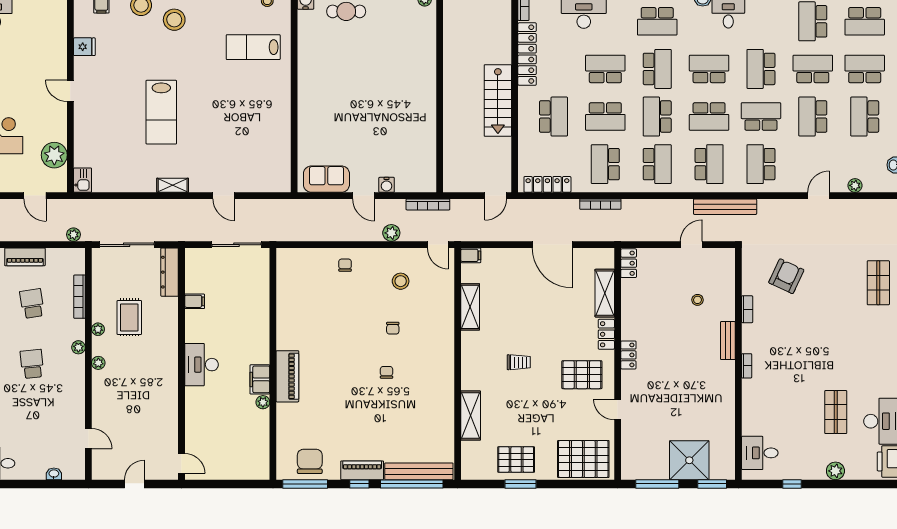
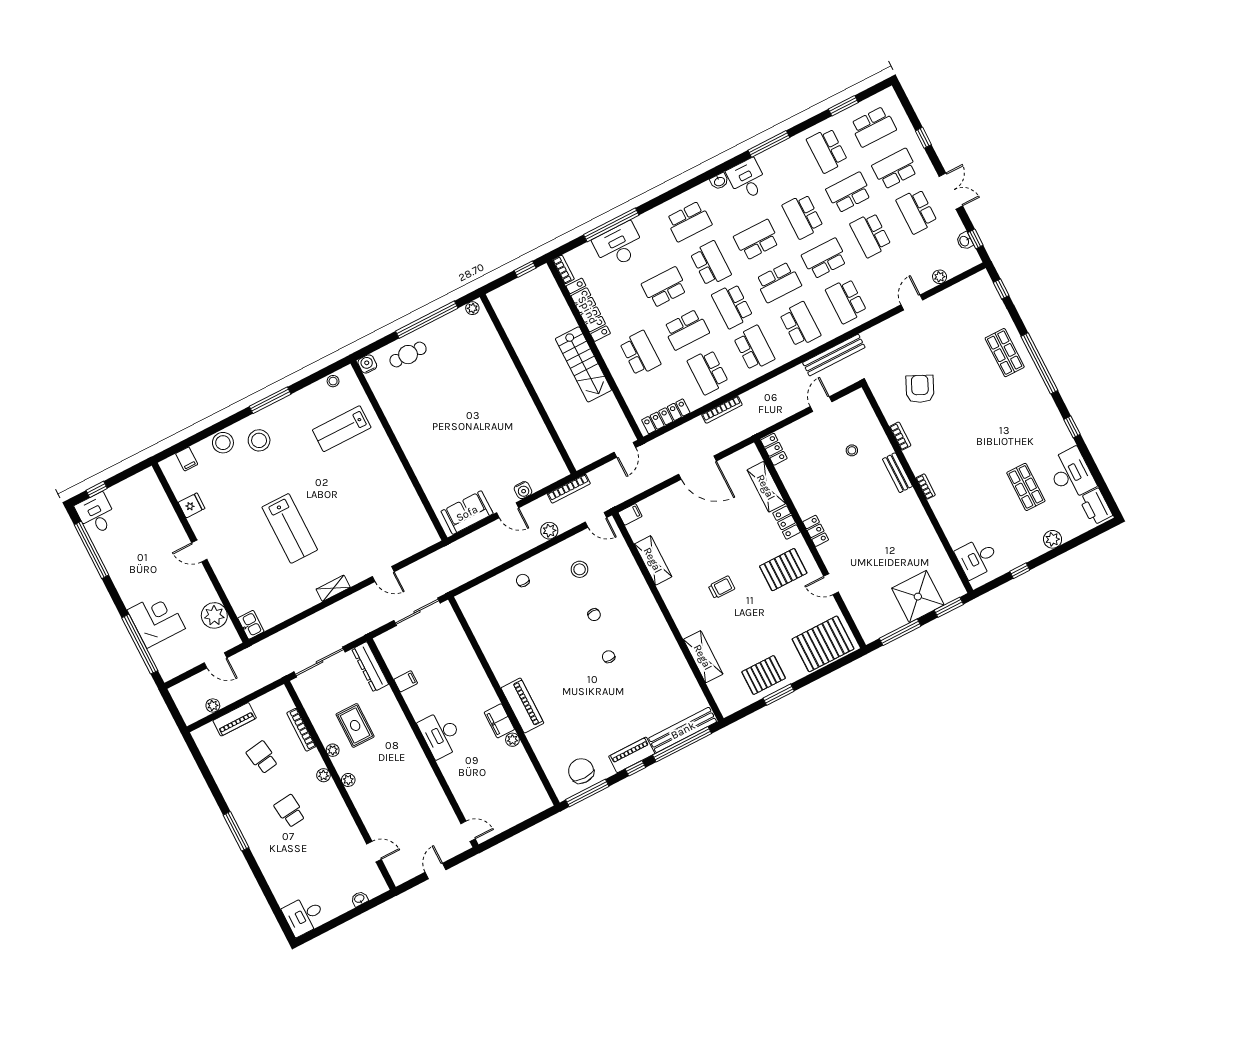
plant: (73, 235) -> (213, 705), moved

